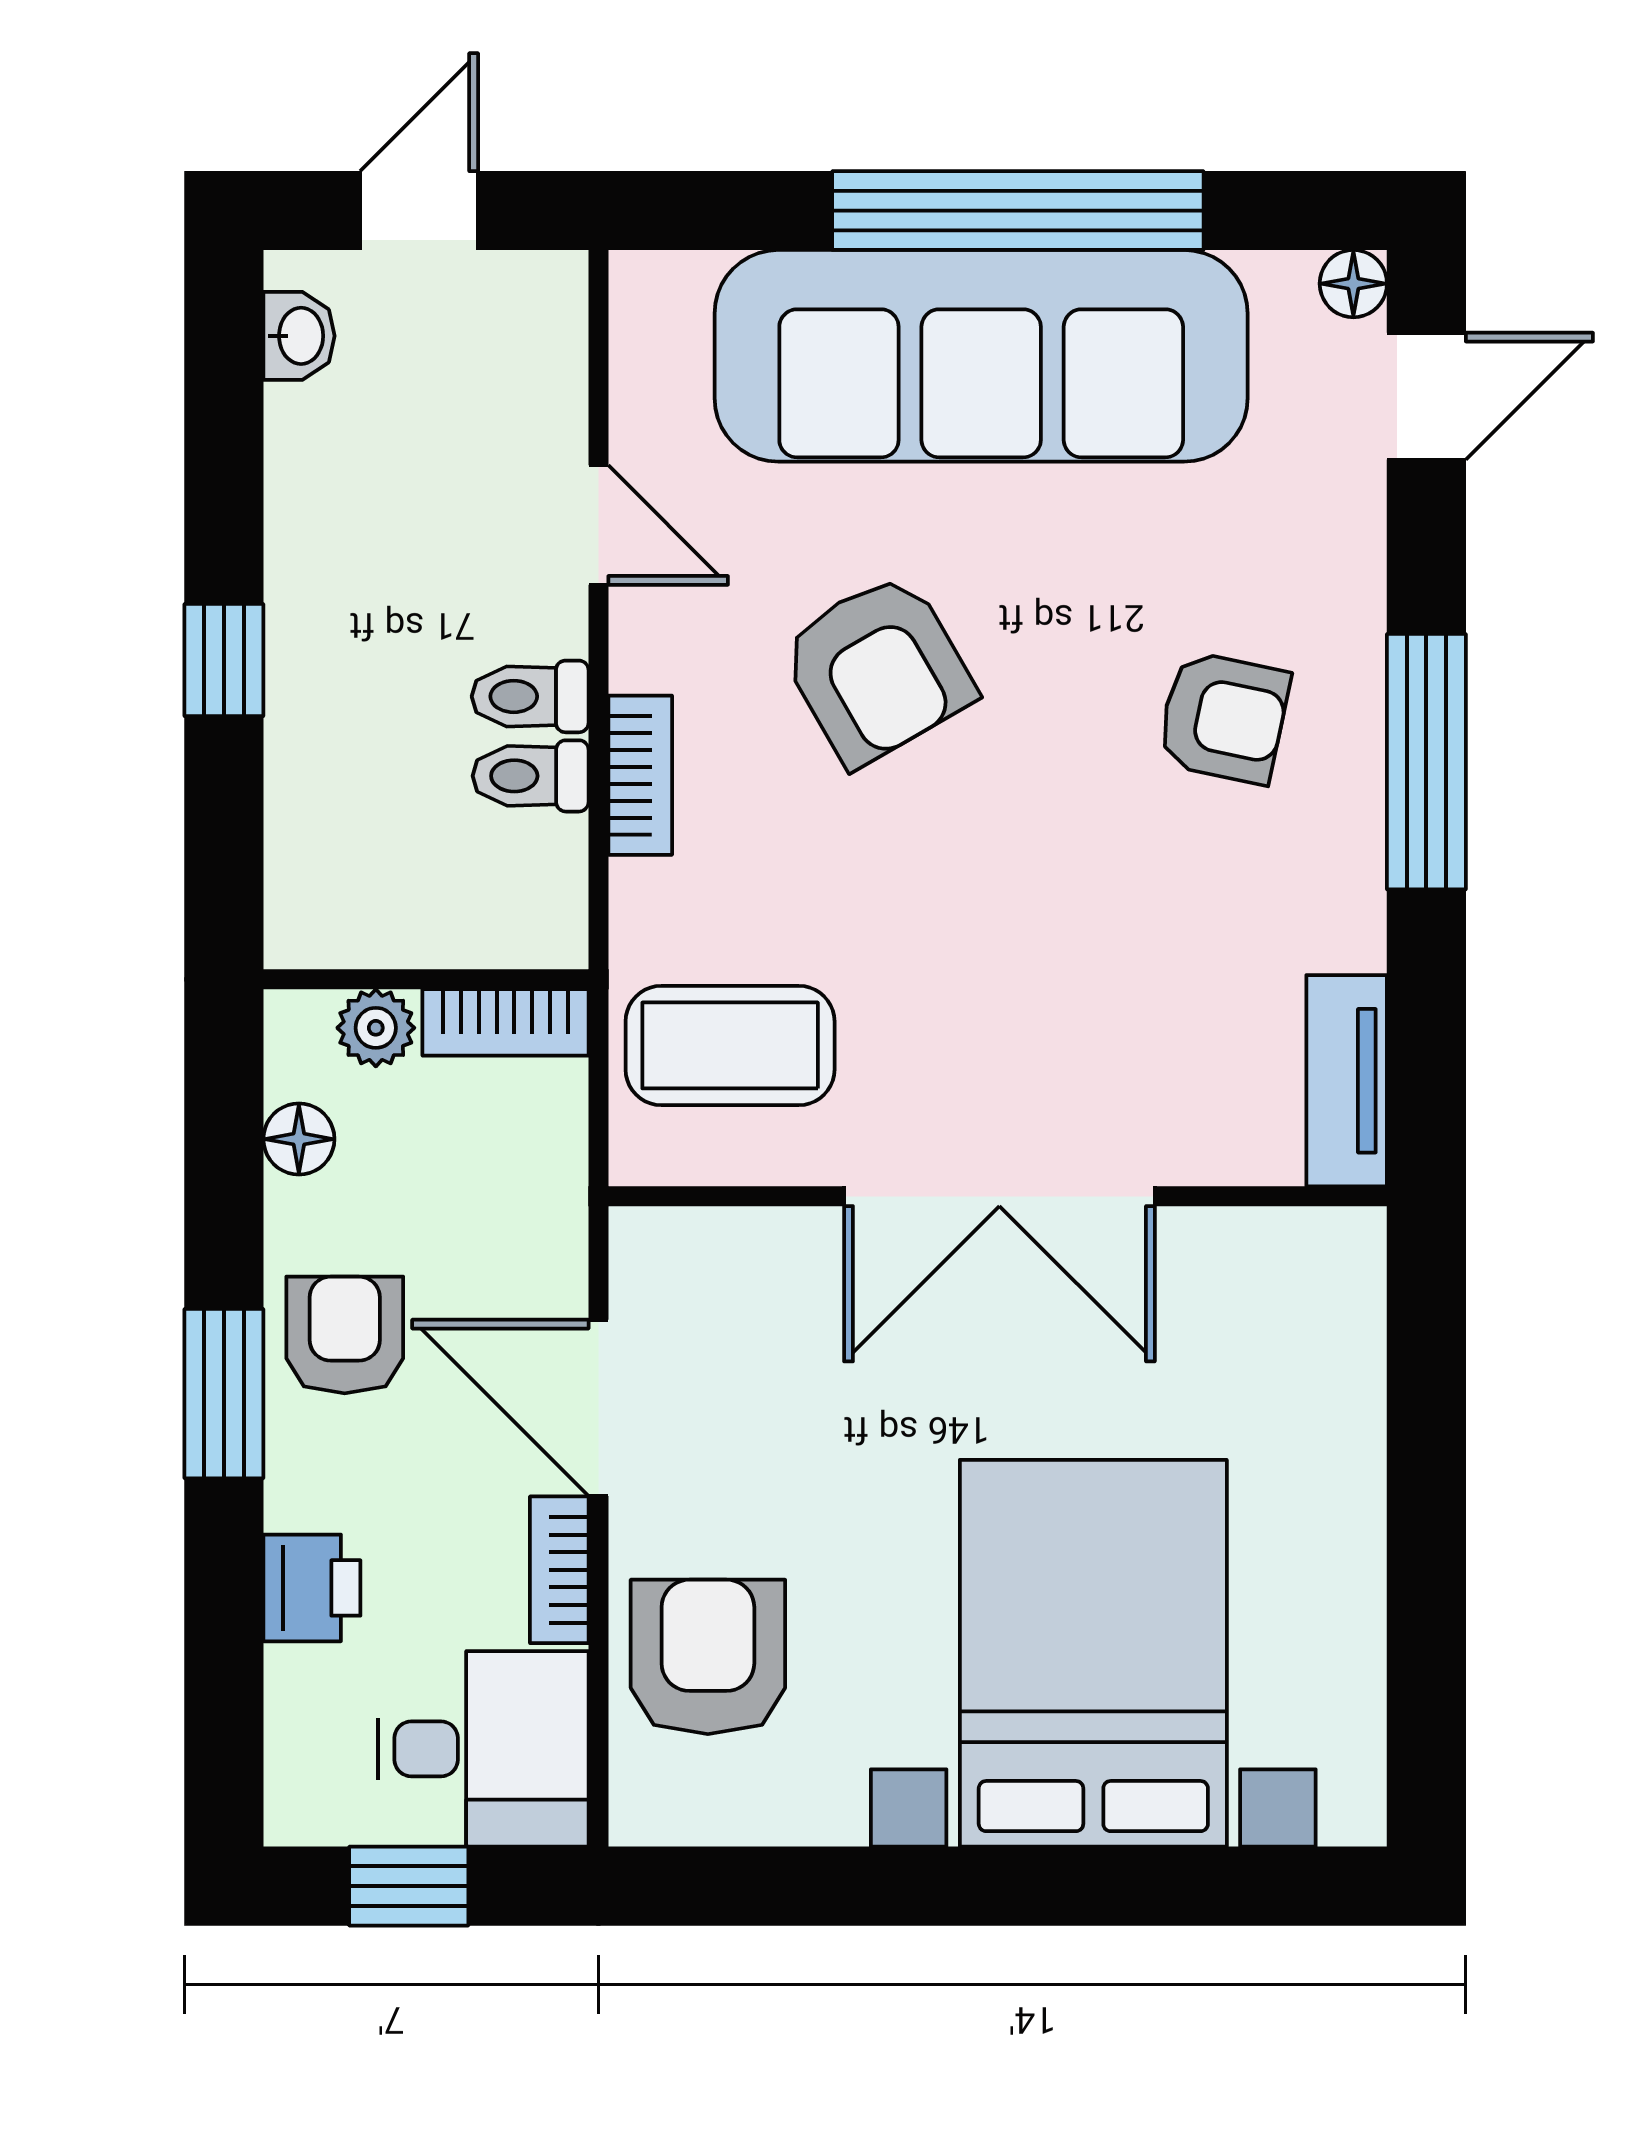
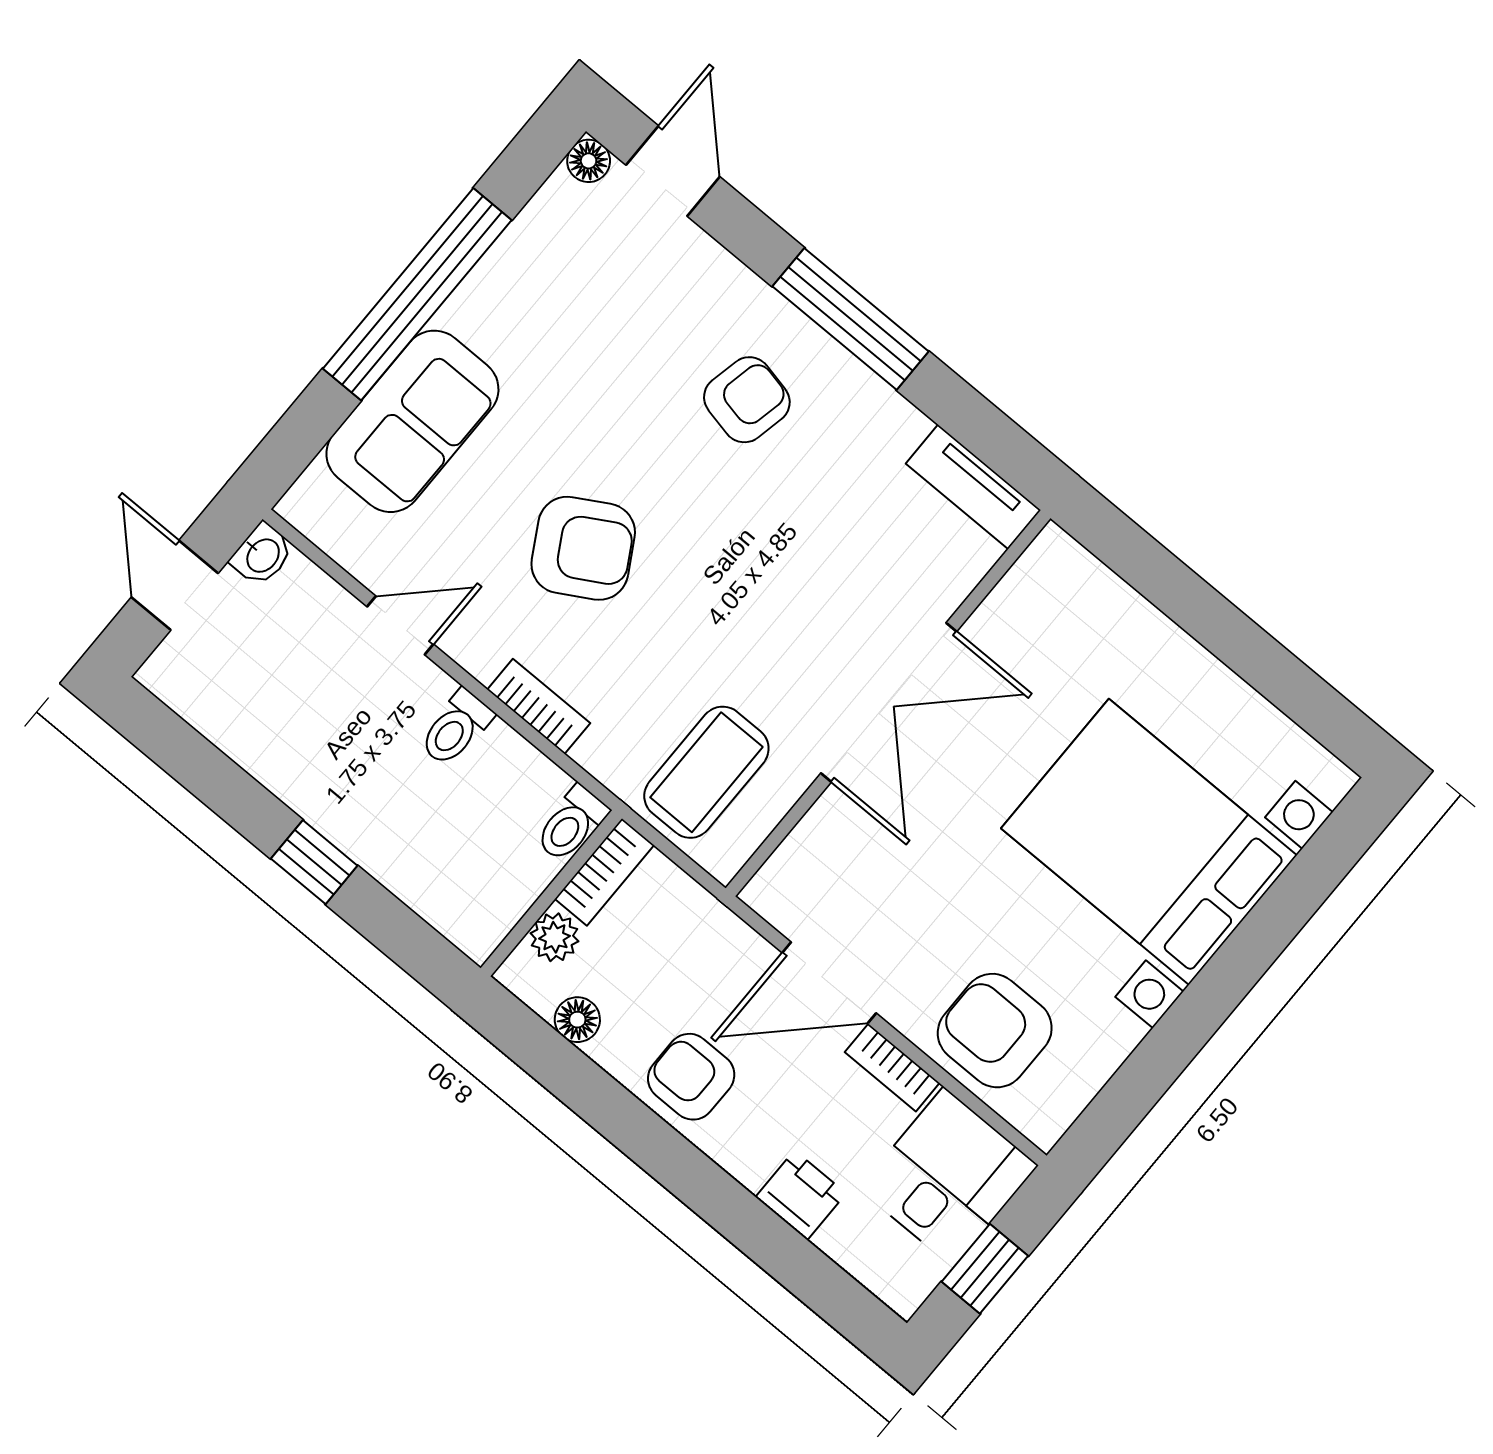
washbasin: (299, 336) -> (262, 555), moved, turned 90
sofa: (981, 356) -> (412, 421), width x0.54, depth x0.79
toilet: (531, 776) -> (571, 824), moved
window: (224, 1394) -> (671, 1159), removed

